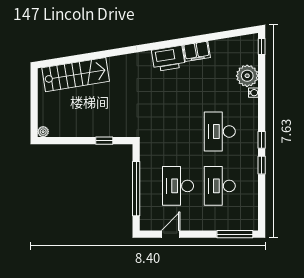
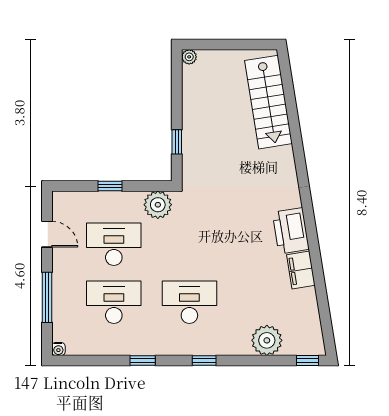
water cooler: (253, 93) -> (58, 349), moved
window: (262, 140) -> (204, 361), moved
plant: (150, 154) -> (158, 205), added
window: (136, 189) -> (110, 186), width x0.32
window: (235, 234) -> (47, 297), moved

